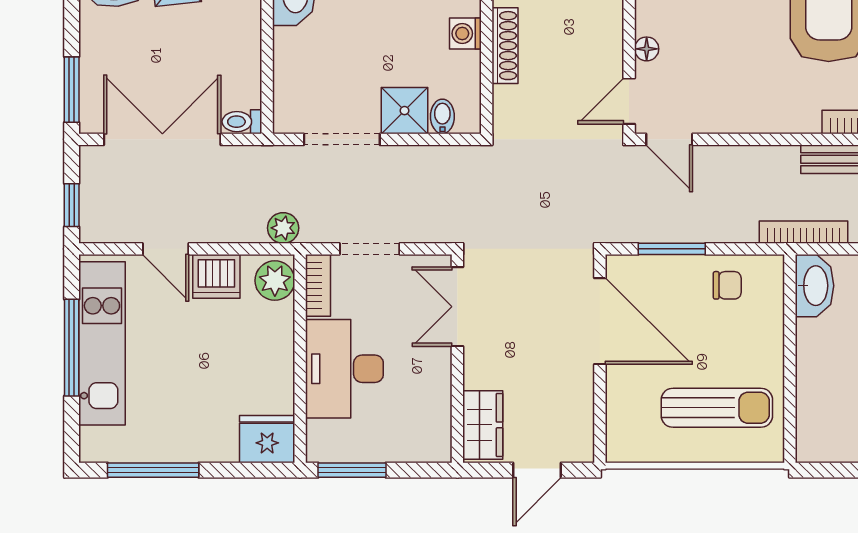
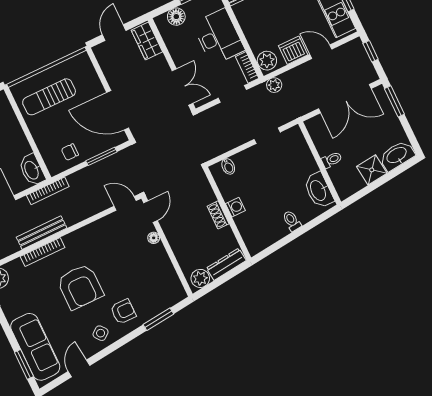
shoe rack: (505, 46) -> (218, 215), width x0.70
shower: (404, 111) -> (246, 161), removed
toilet: (242, 122) -> (332, 160), moved
doorway: (342, 139) -> (267, 136), width x0.73
floor lamp: (406, 445) -> (176, 17), added

